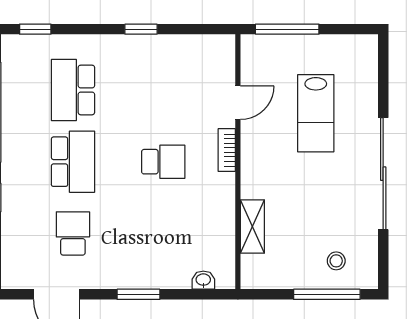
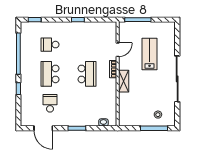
school desk: (73, 90) -> (50, 45), width x0.54
lab bench: (316, 113) -> (150, 54), turned 180
school desk: (73, 162) -> (50, 74), turned 180
school desk: (163, 162) -> (87, 74), width x1.85
shelving: (252, 226) -> (124, 81), moved

